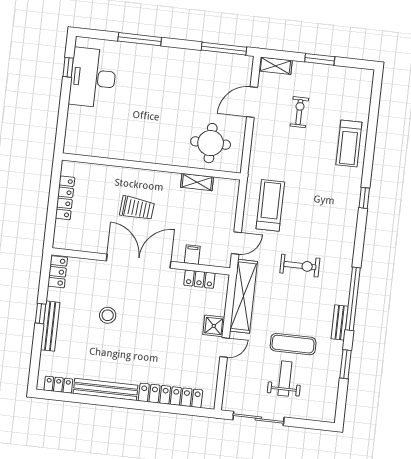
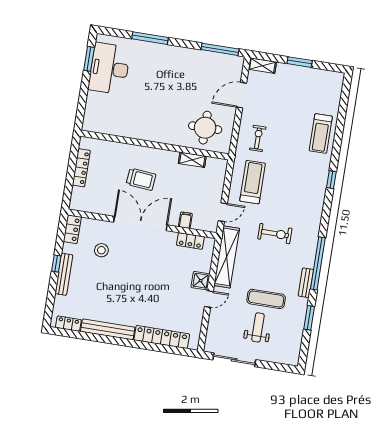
window: (68, 67) -> (89, 59), width x1.50
exercise bike: (299, 112) -> (258, 138), moved
stool: (108, 315) -> (101, 250), moved

